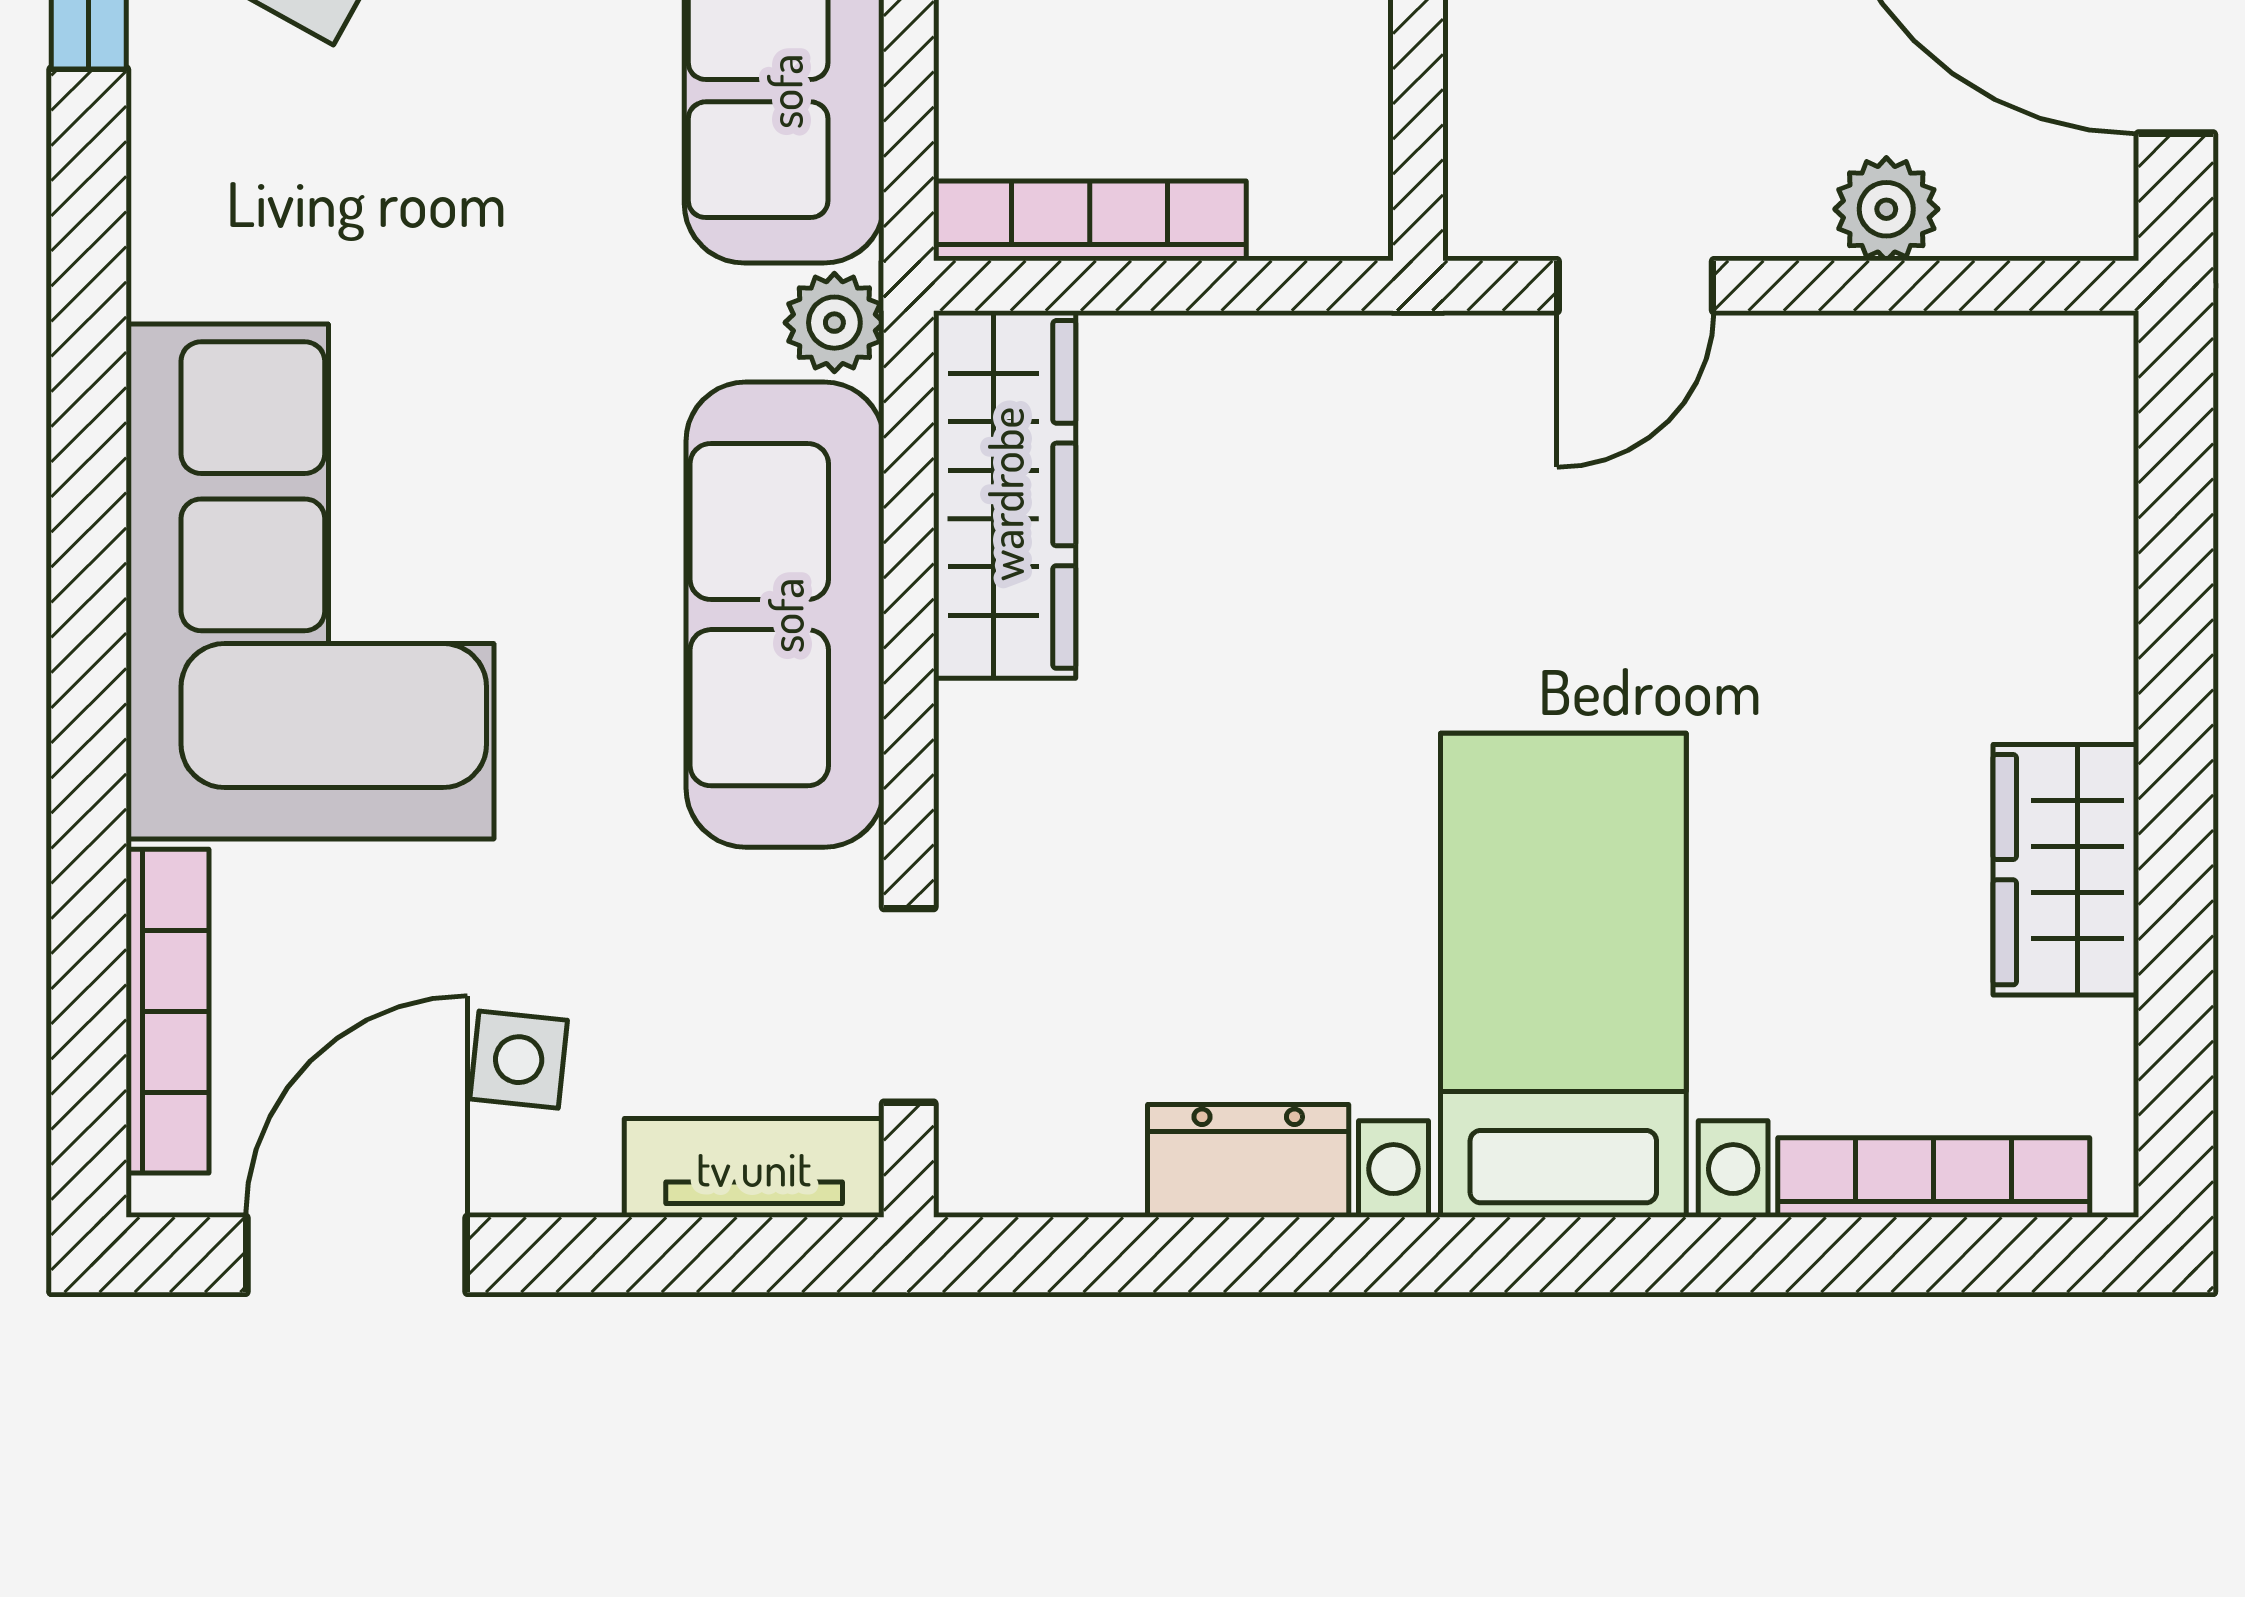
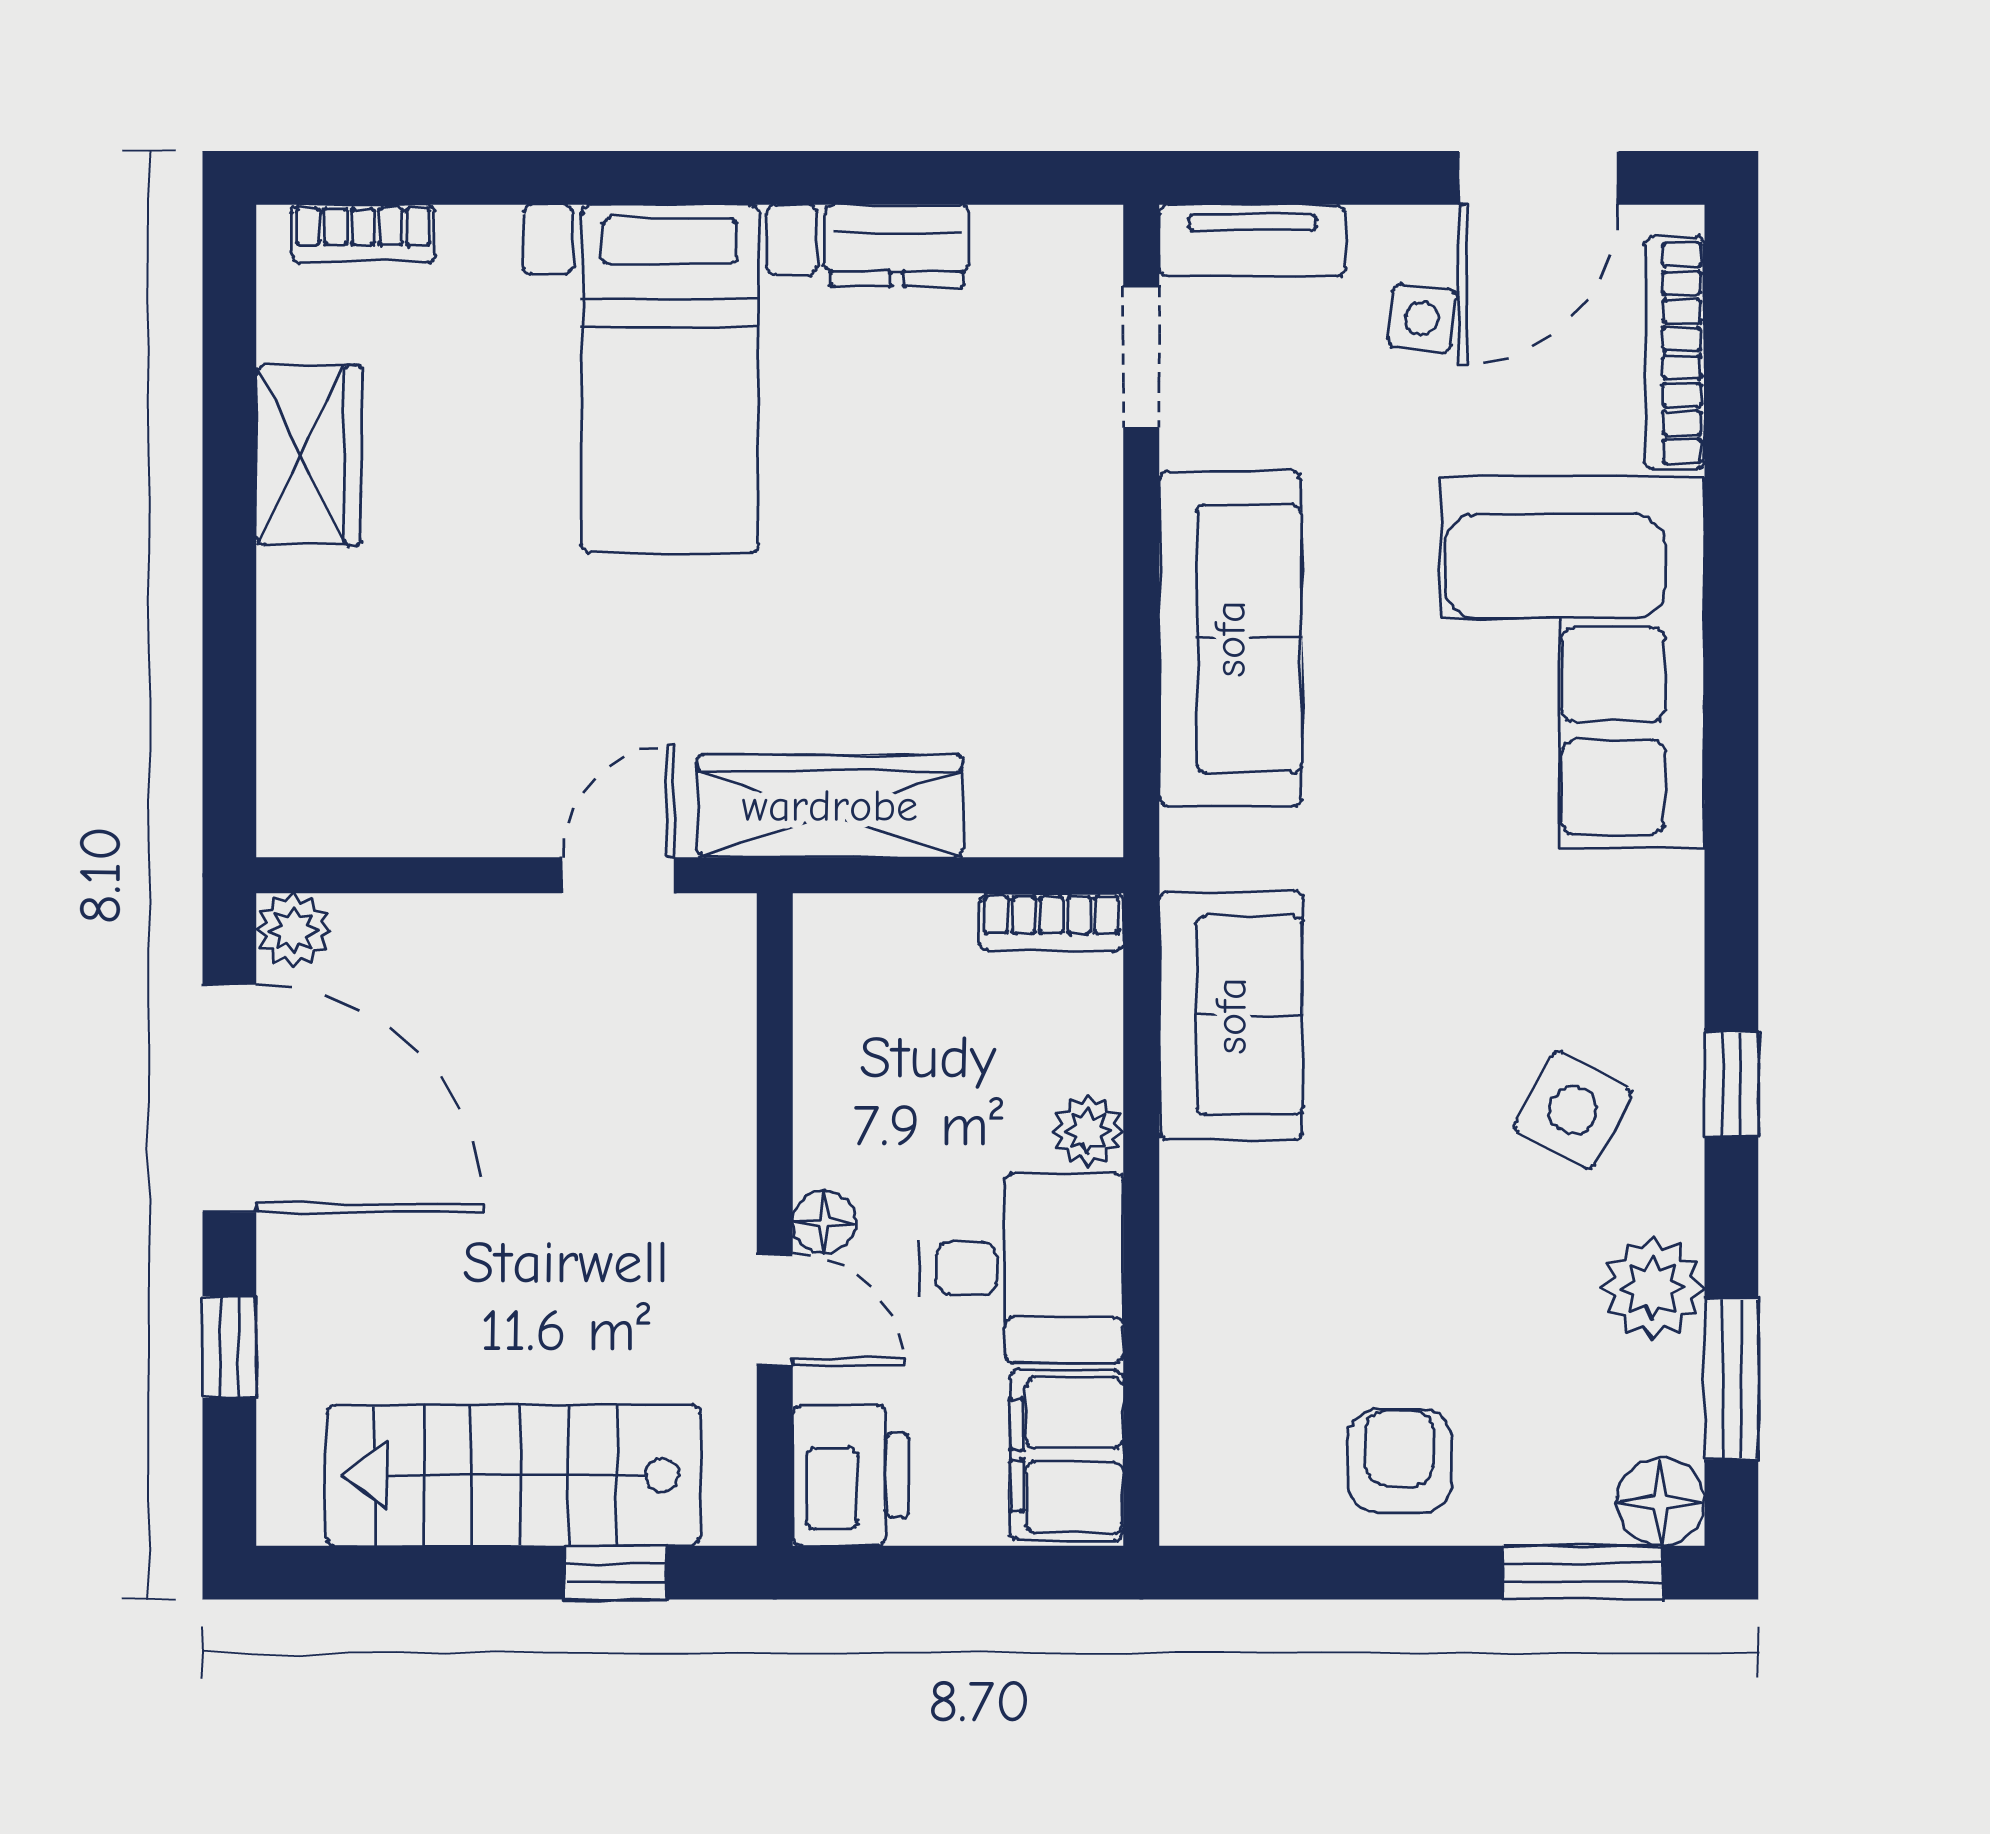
plant: (1886, 209) -> (293, 930), moved
bookcase: (1090, 221) -> (1051, 922), width x0.64
plant: (834, 323) -> (1195, 849), removed
wardrobe: (1005, 494) -> (830, 806), moved, turned 90
bookcase: (1934, 1178) -> (363, 233), width x0.64

